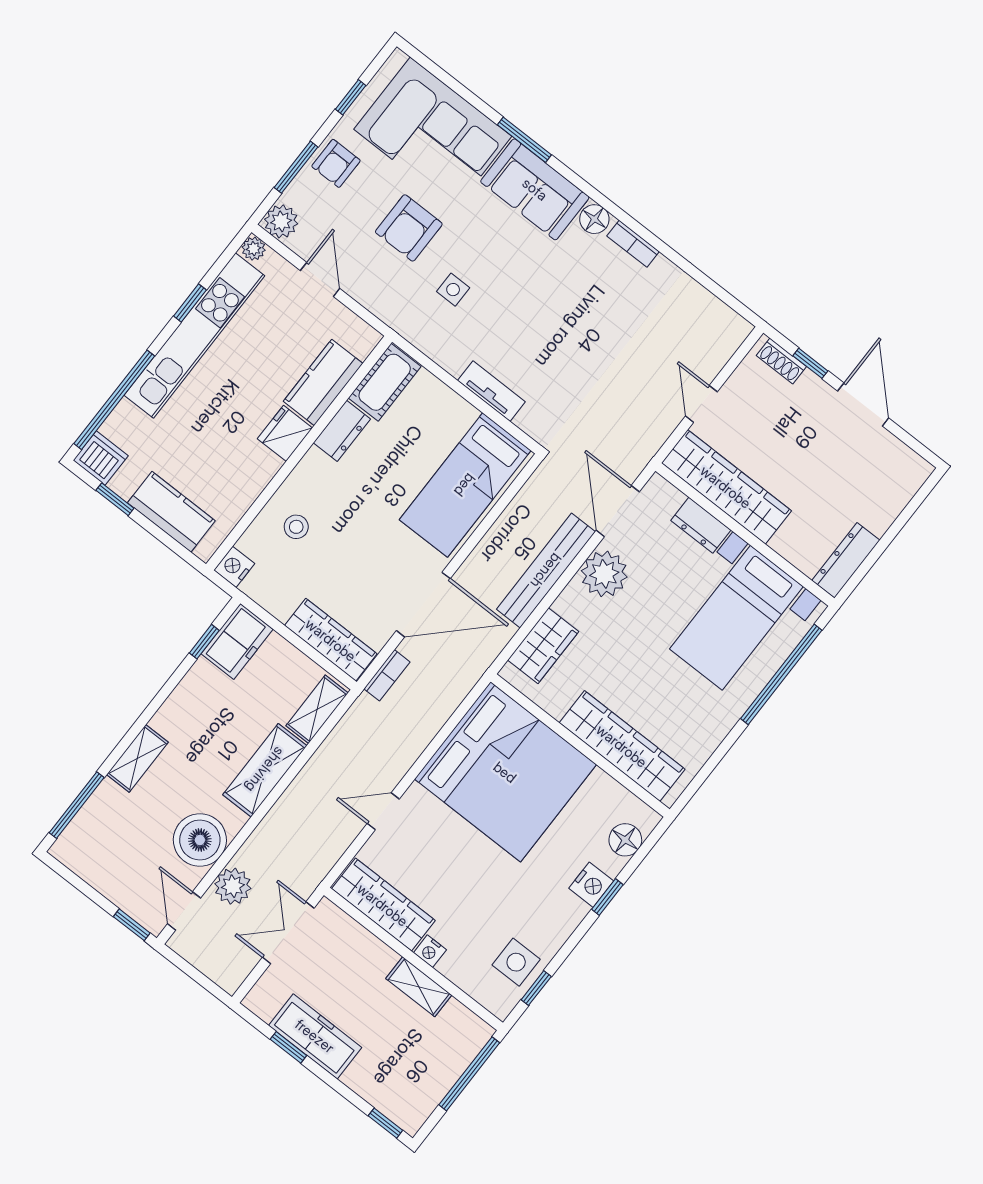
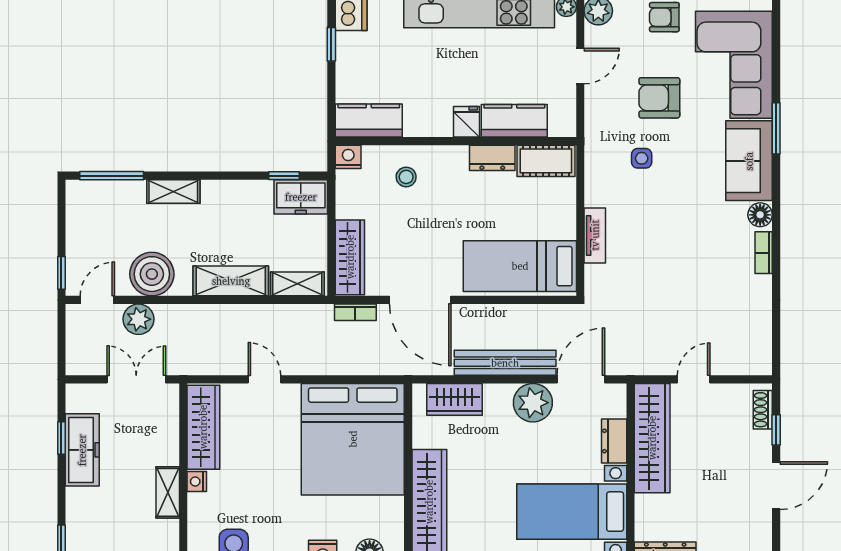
fridge: (285, 433) -> (467, 122), width x0.72
kitchen counter: (171, 512) -> (369, 120), moved, turned -90

